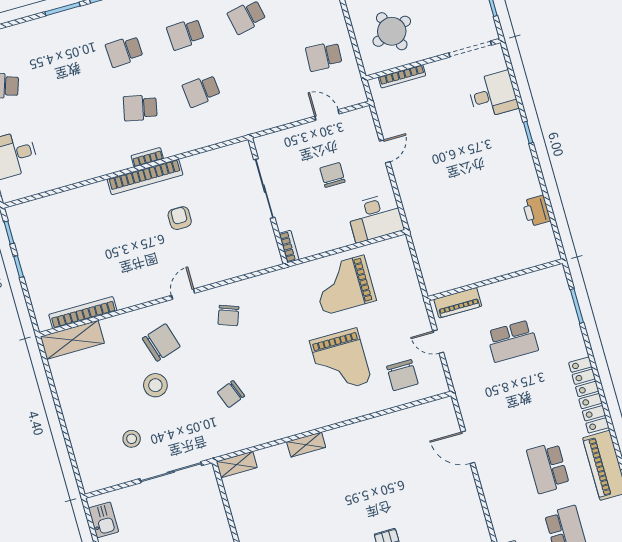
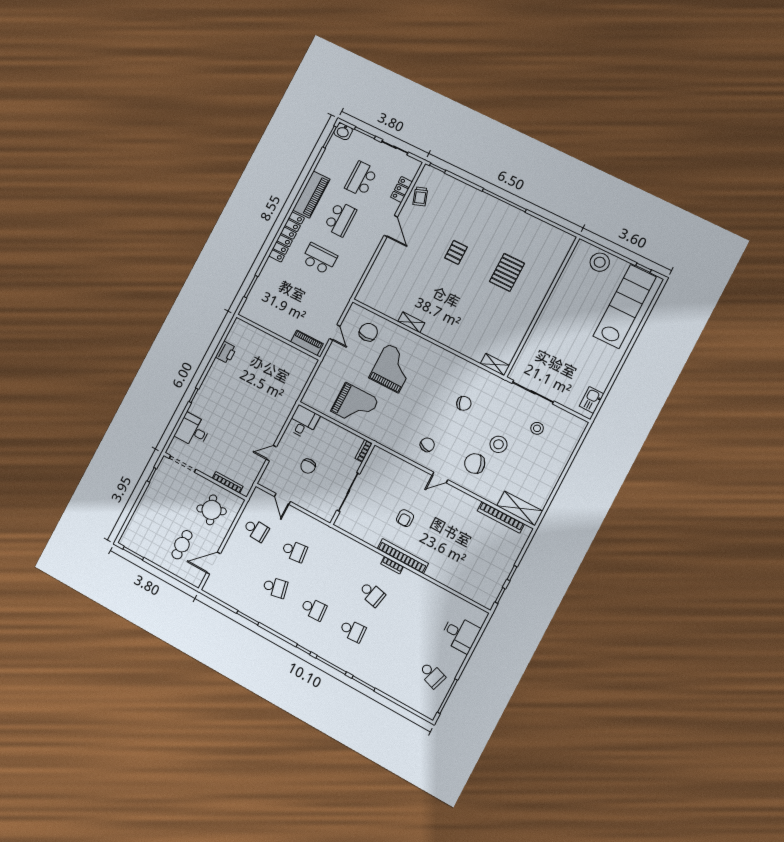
school desk: (201, 91) -> (294, 551), moved
desk: (375, 218) -> (303, 422), width x0.73
school desk: (512, 341) -> (319, 259), moved
shelving: (306, 445) -> (411, 322), moved
door: (468, 447) -> (391, 226), moved

